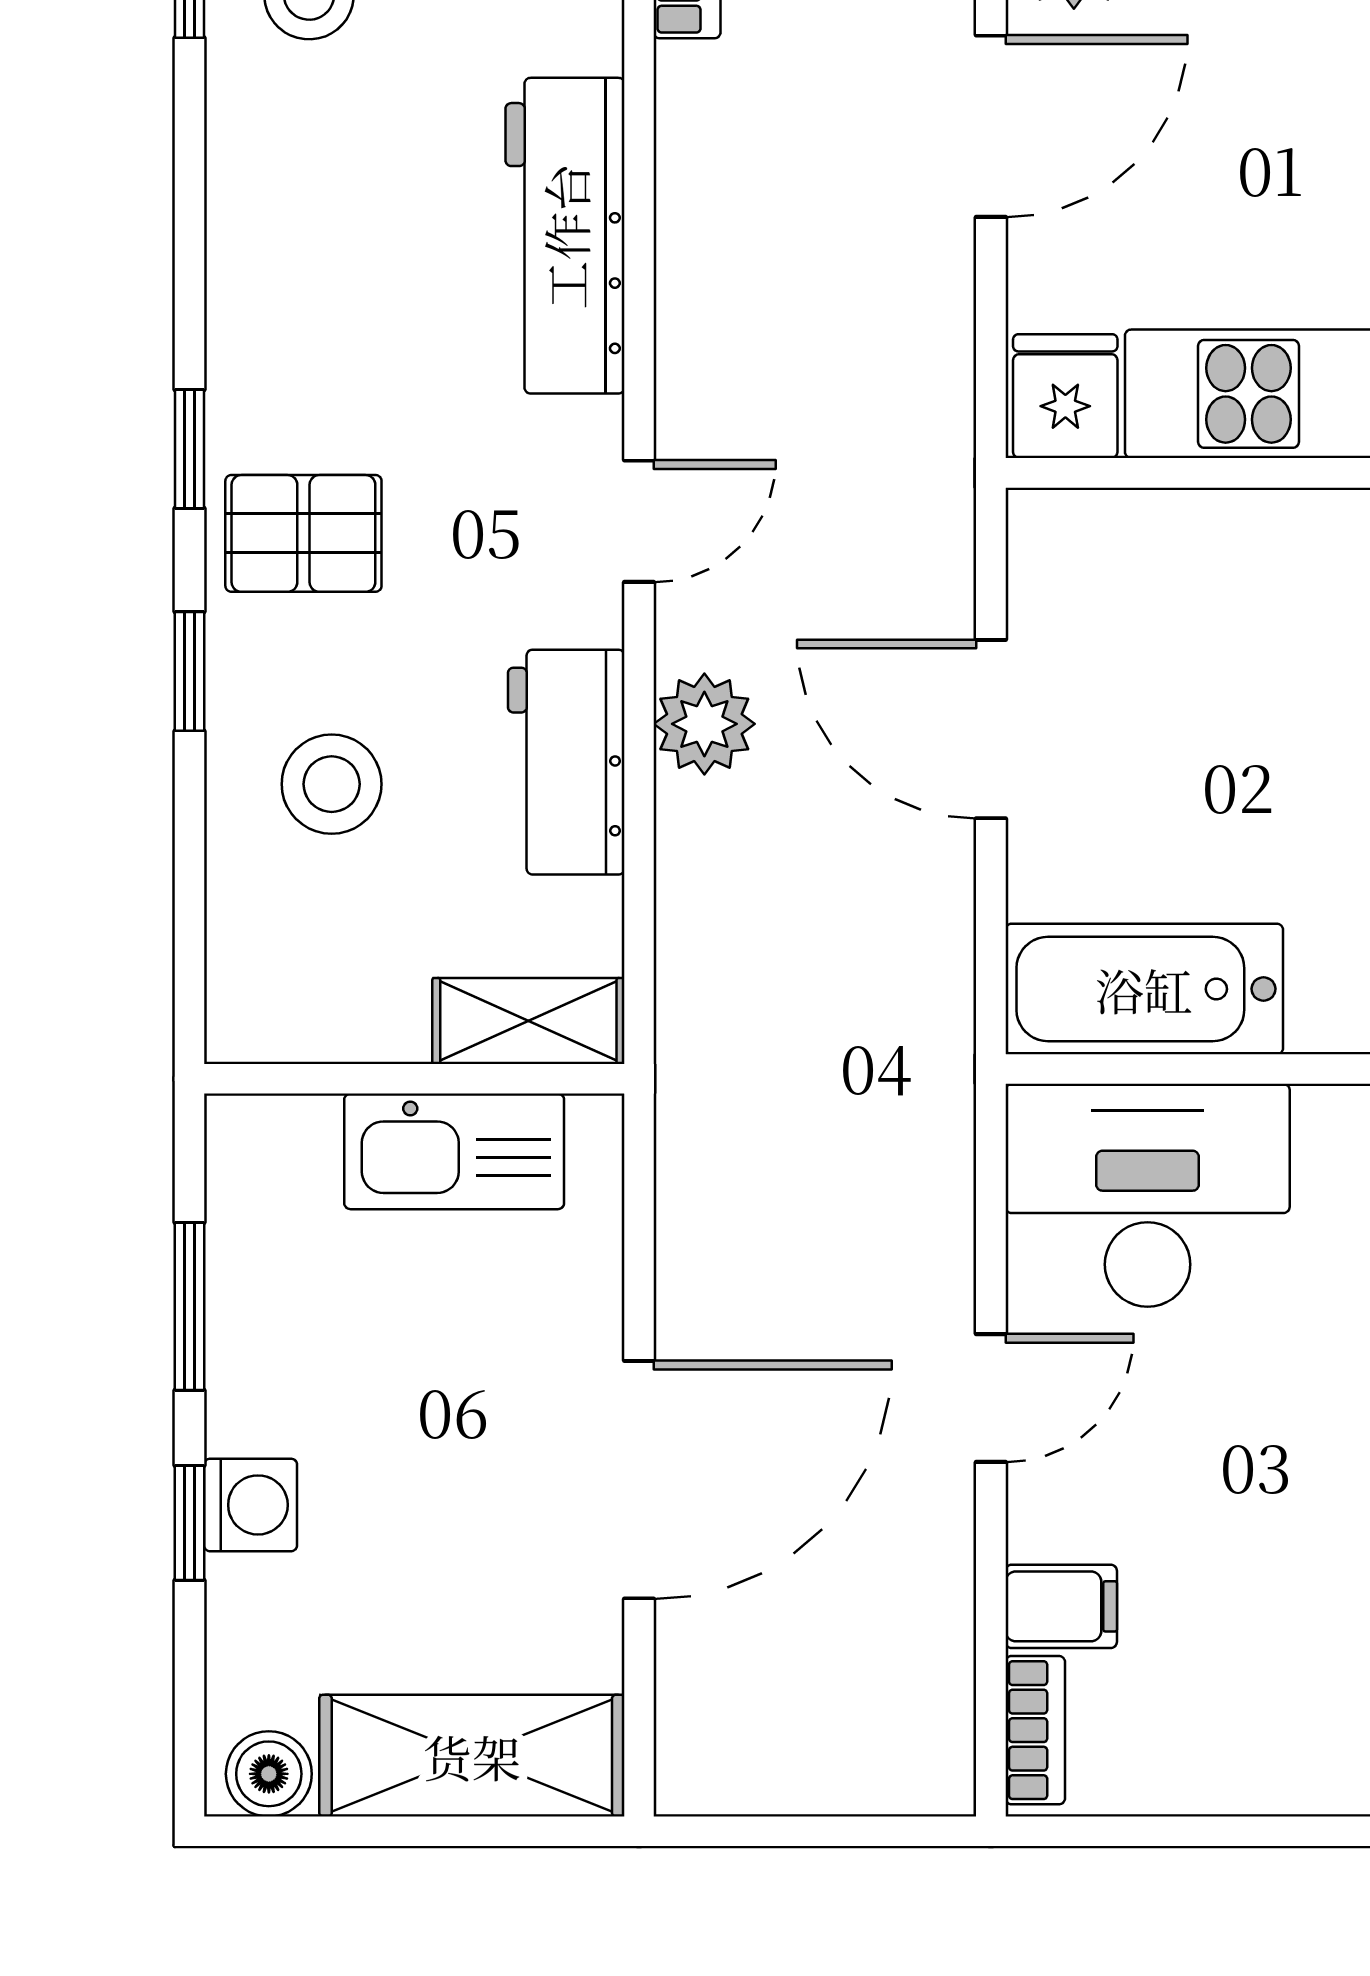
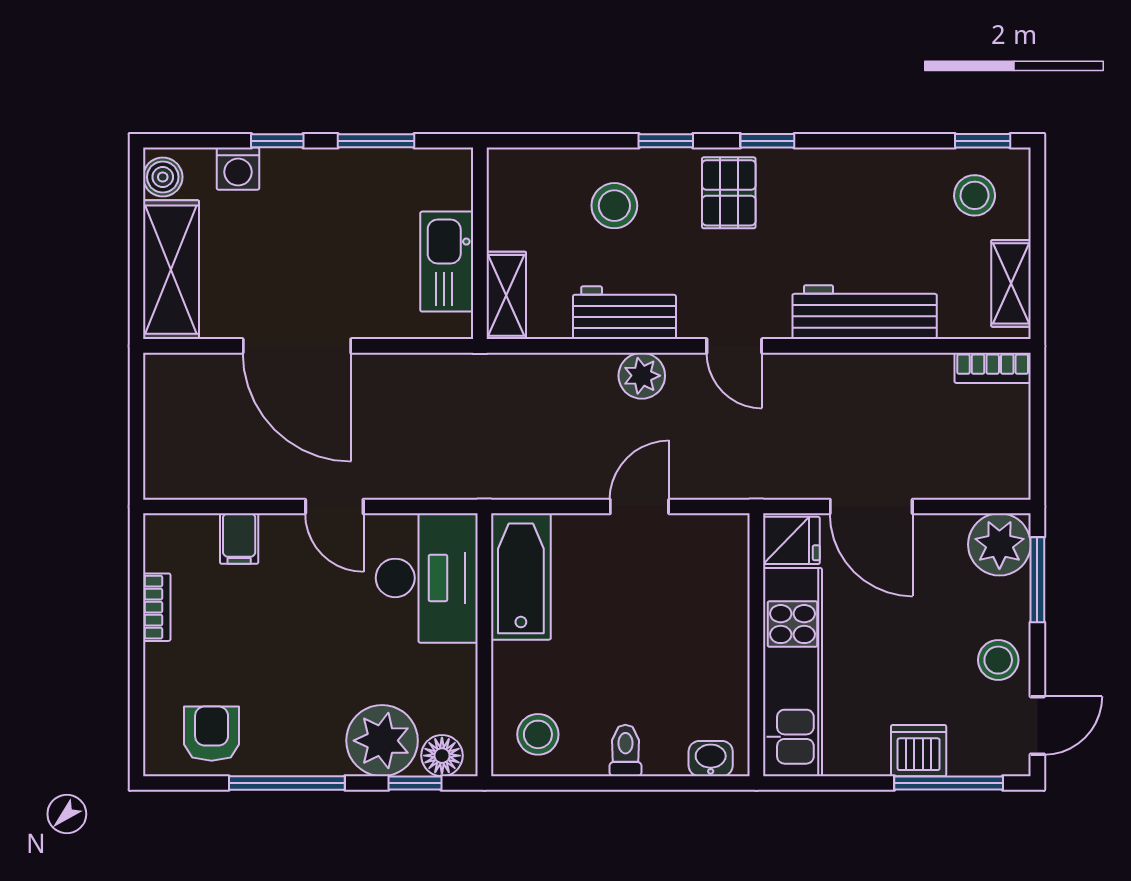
door: (991, 126) -> (871, 506), moved
door: (991, 729) -> (639, 506), width x0.73
washing machine: (251, 1505) -> (238, 169), moved
bookcase: (1035, 1730) -> (157, 607), moved, turned -90

